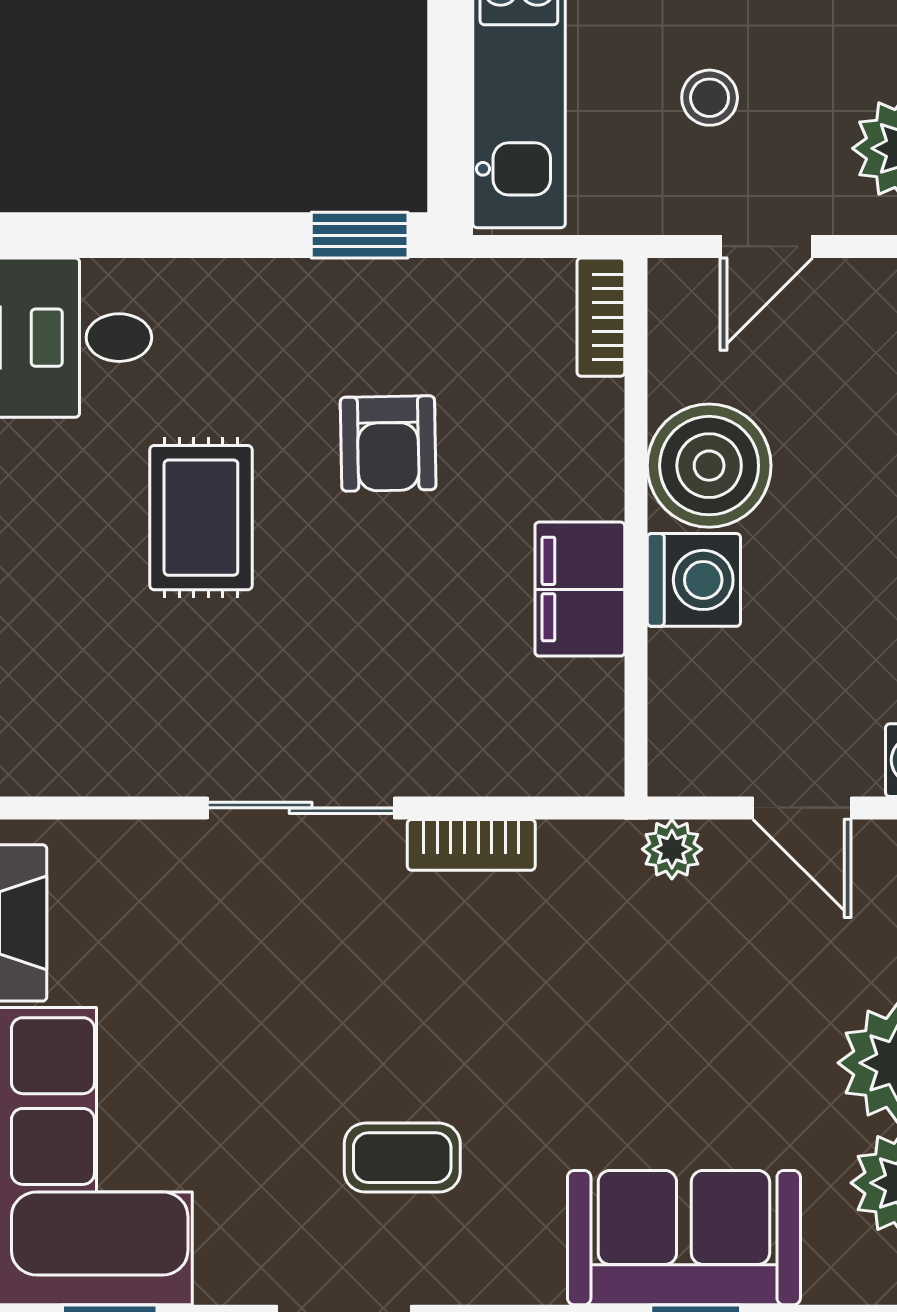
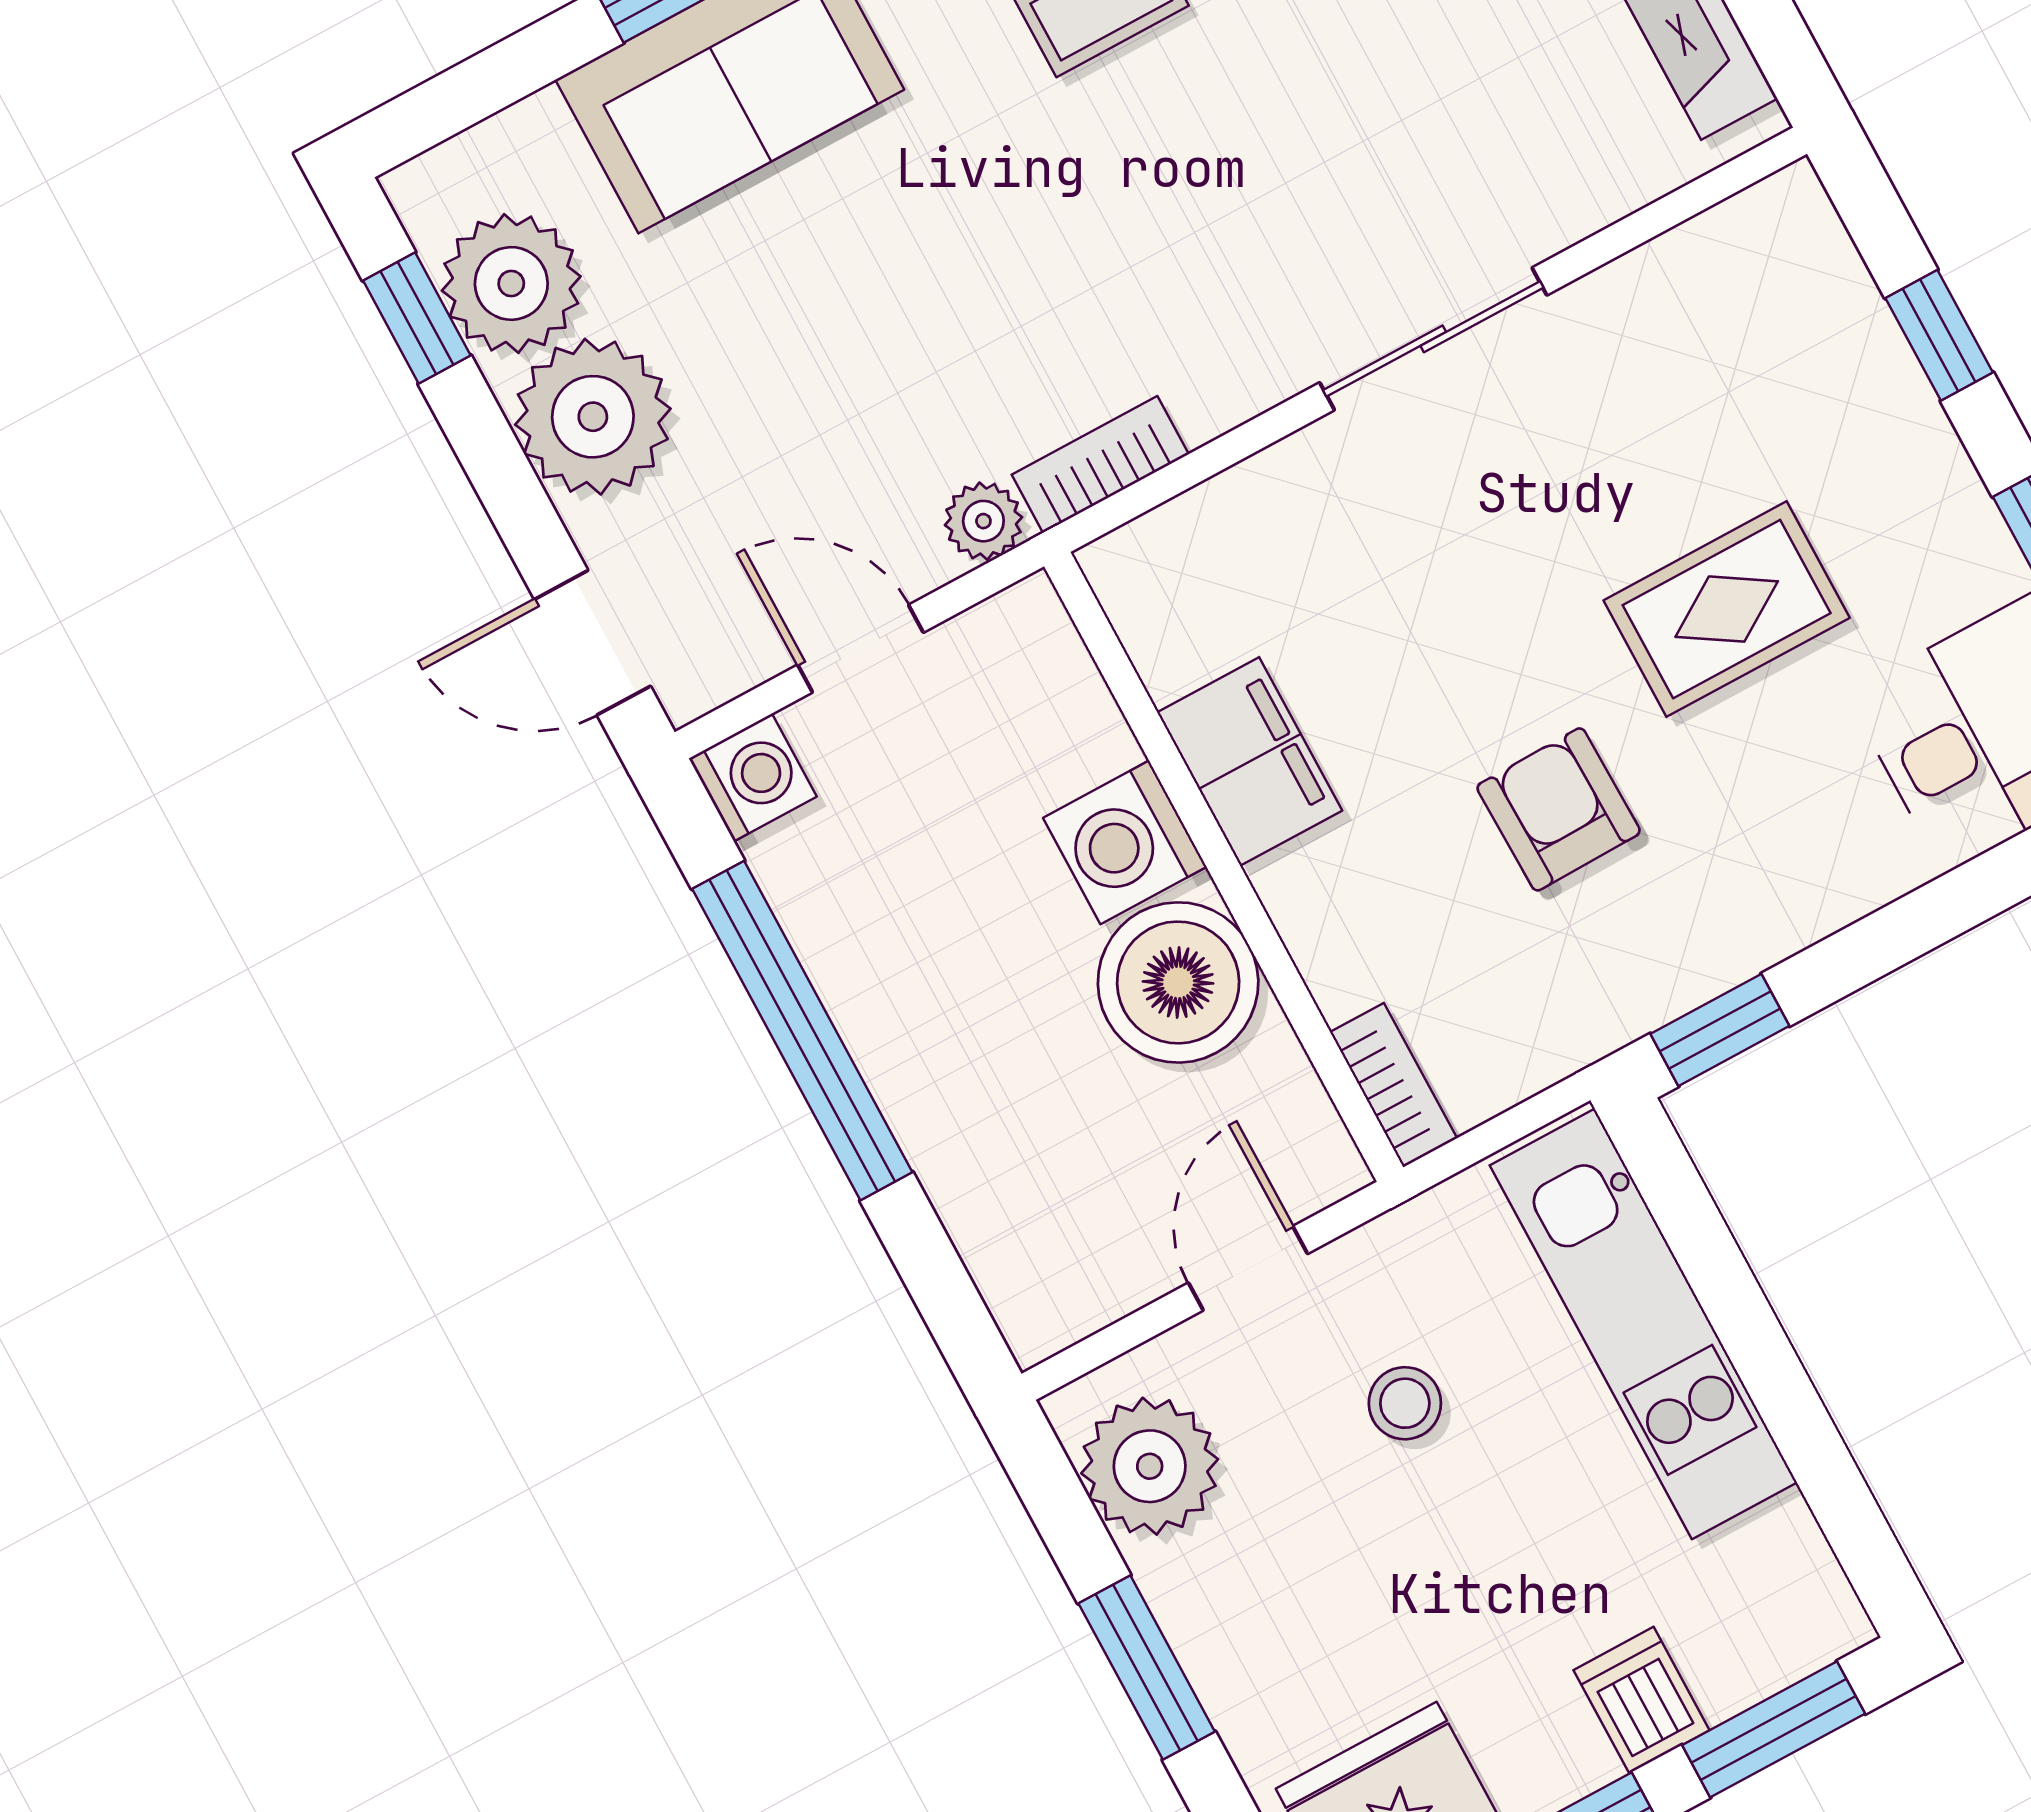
rug: (201, 518) -> (1727, 609), turned 90
bookcase: (471, 845) -> (1100, 464), moved

